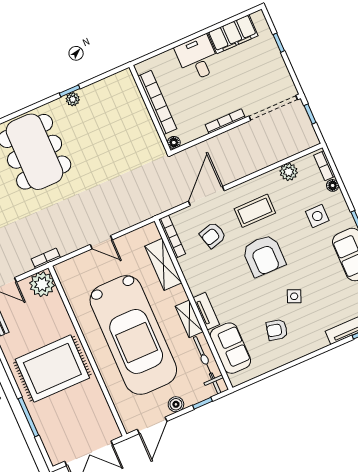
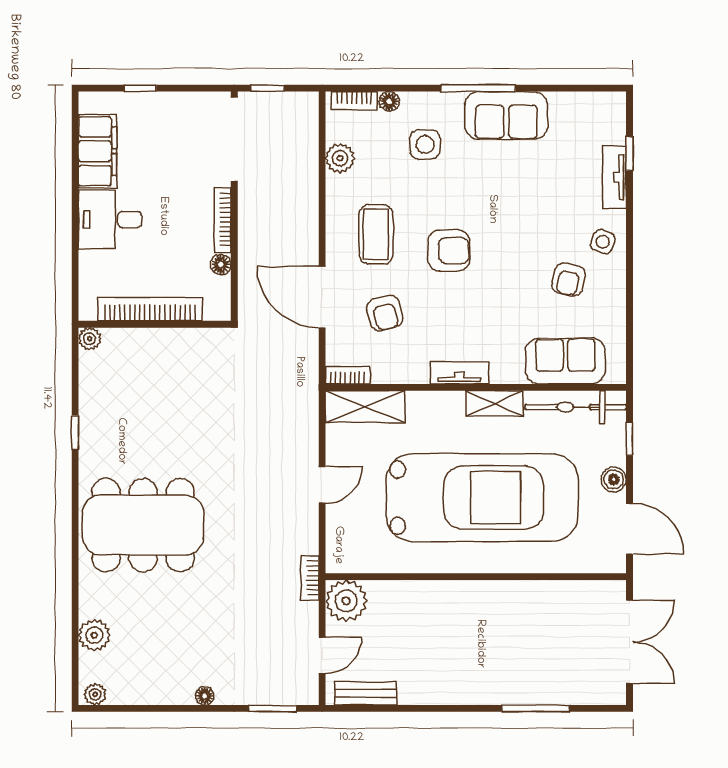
plant: (73, 99) -> (90, 339), moved
floor lamp: (174, 143) -> (221, 265), moved
bookcase: (172, 237) -> (348, 375), width x0.64
armchair: (264, 256) -> (449, 251), width x0.73, depth x0.73
shelving: (163, 264) -> (365, 407), moved
side table: (294, 296) -> (603, 242), moved
tv unit: (206, 311) -> (459, 373), moved
rug: (52, 369) -> (479, 641), removed

